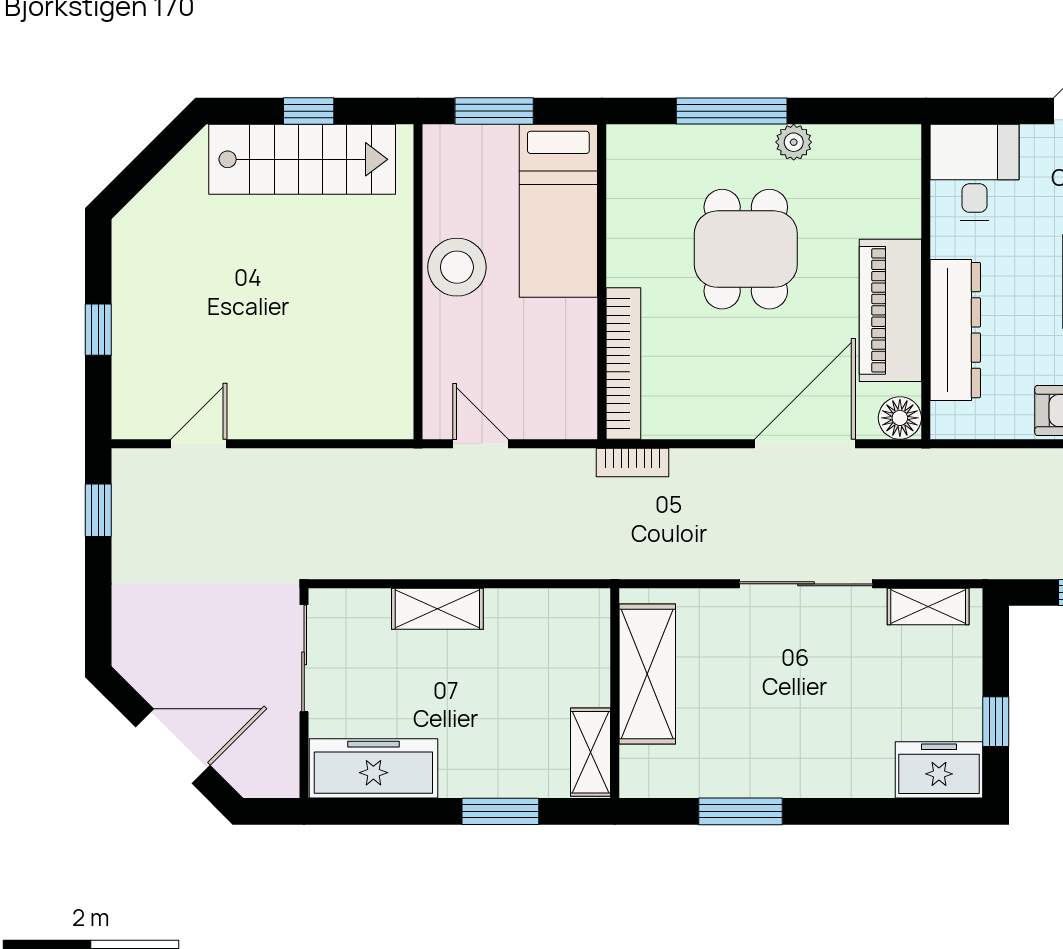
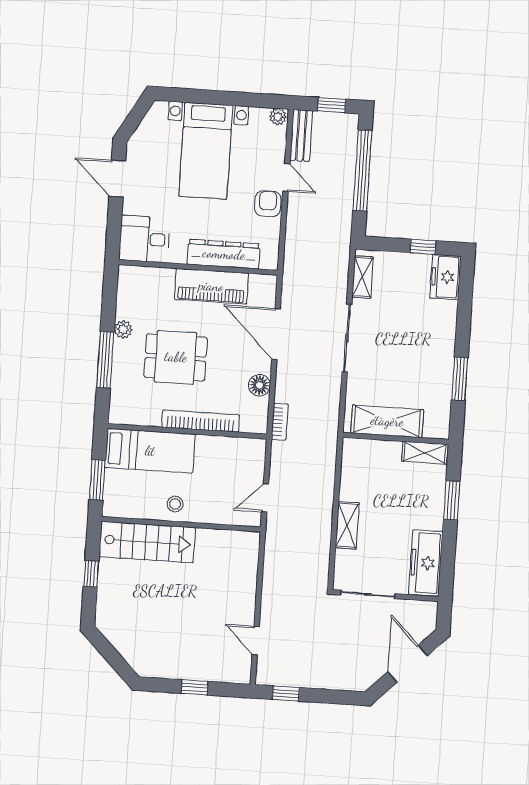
stairs: (302, 159) -> (147, 542), moved, turned 90
stool: (457, 267) -> (175, 504), width x0.53, depth x0.53
bookcase: (623, 364) -> (201, 421), moved
floor lamp: (900, 418) -> (259, 385), moved

